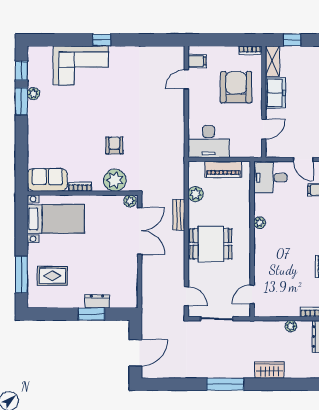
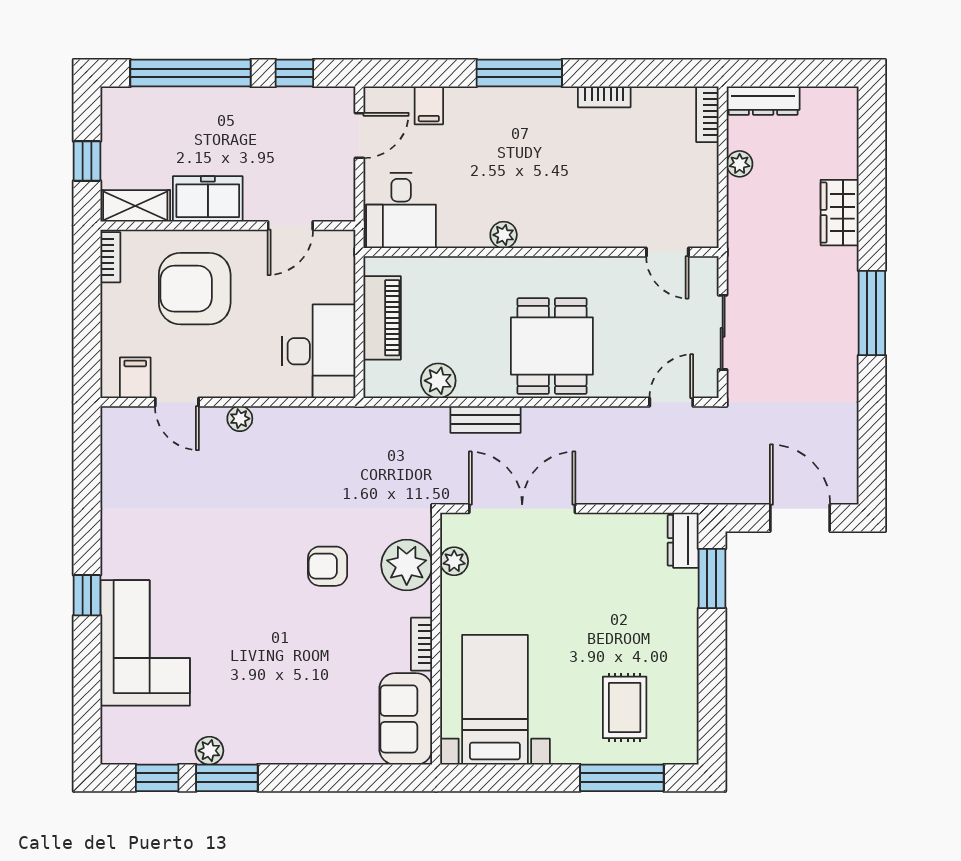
plant: (179, 107) -> (240, 419), added
door: (264, 129) -> (290, 226), swing flipped
plant: (130, 201) -> (454, 561), moved
dresser: (97, 301) -> (683, 540), moved
window: (92, 314) -> (712, 578), moved

